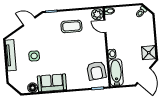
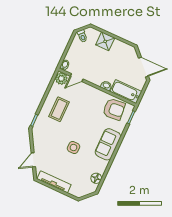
door: (29, 21) -> (33, 160), moved
shower: (149, 53) -> (105, 41), moved
side table: (34, 56) -> (73, 148), moved
sofa: (52, 83) -> (108, 144), moved

